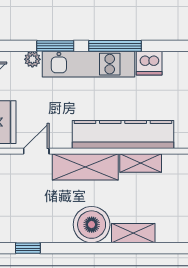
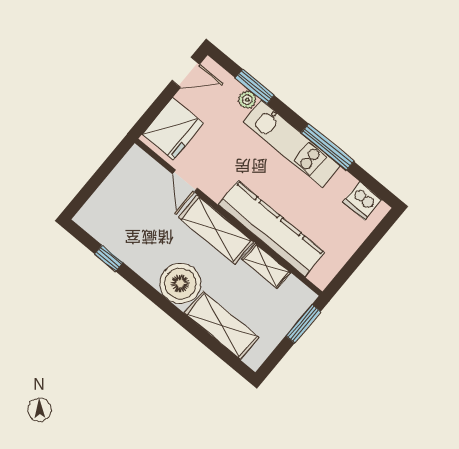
window: (55, 46) -> (255, 87), moved
dishwasher: (149, 63) -> (362, 201), moved
door: (36, 151) -> (185, 181), swing flipped
shelving: (133, 233) -> (222, 325), width x1.50, depth x1.33

